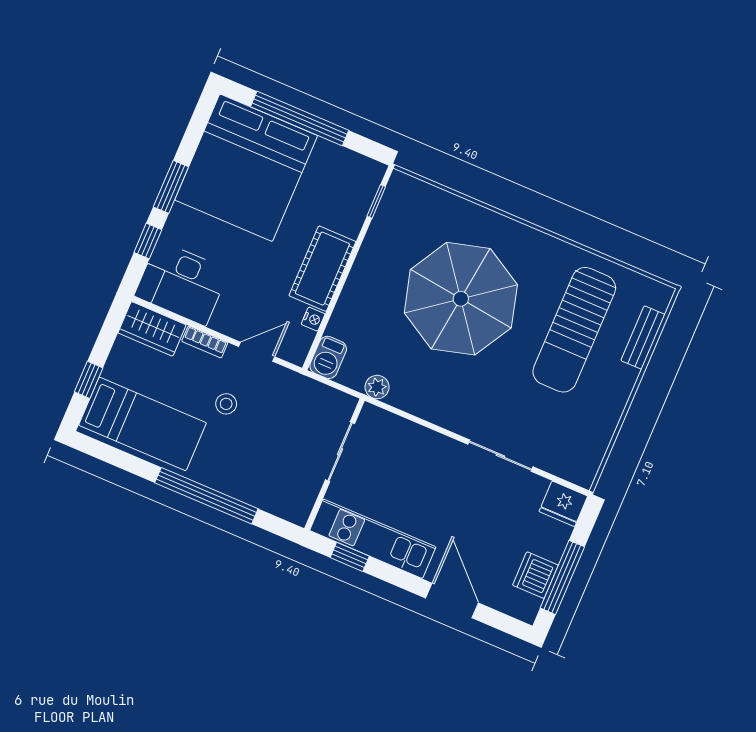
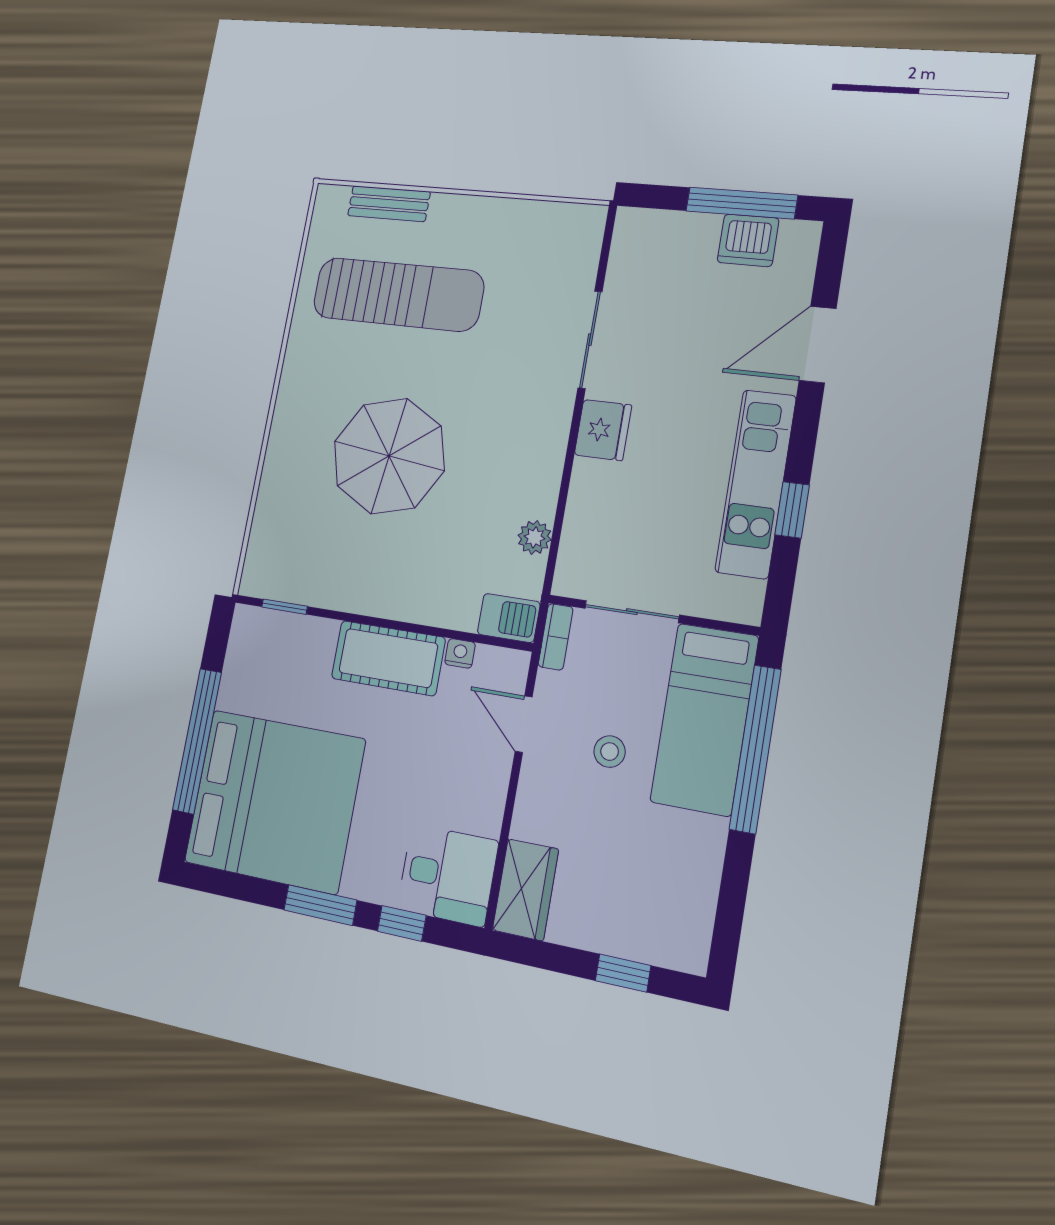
desk: (182, 283) -> (448, 875), width x0.73
parasol: (461, 299) -> (389, 456), width x0.73, depth x0.73
bookcase: (205, 342) -> (556, 637), moved
bed: (143, 424) -> (704, 719), moved, turned 180
sliding door: (340, 452) -> (632, 612), moved
wall: (335, 465) -> (652, 615), moved
fridge: (563, 504) -> (603, 430), moved

